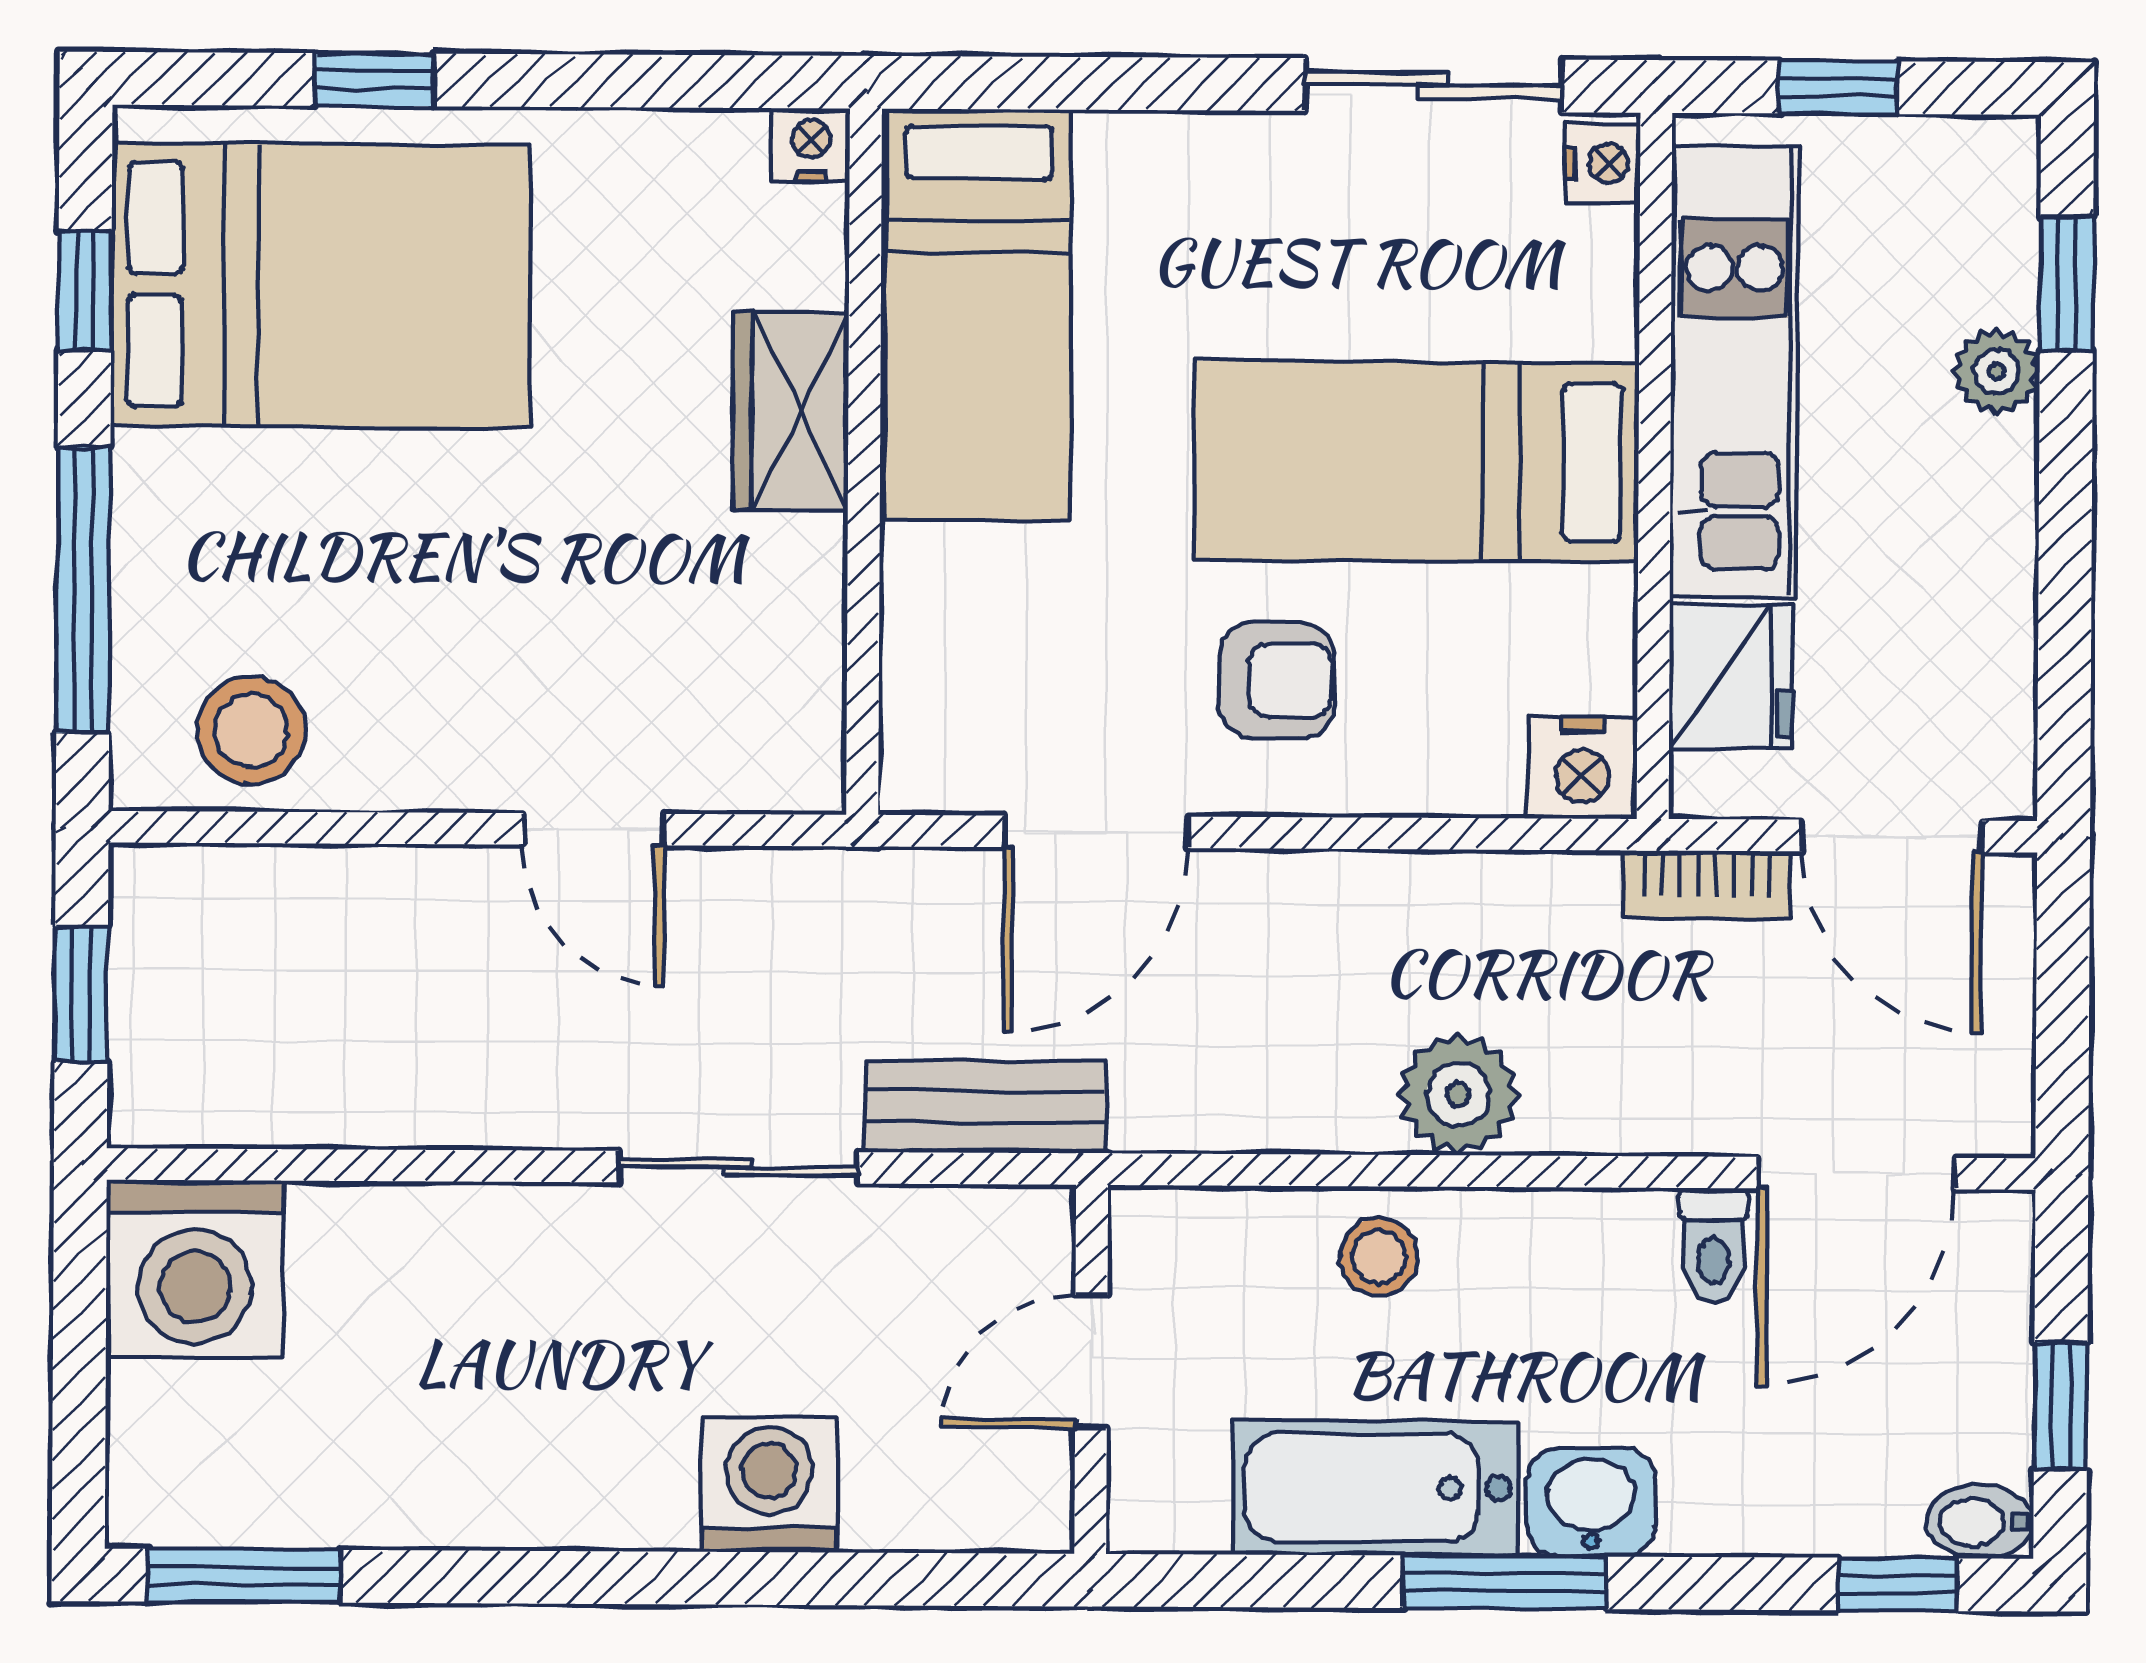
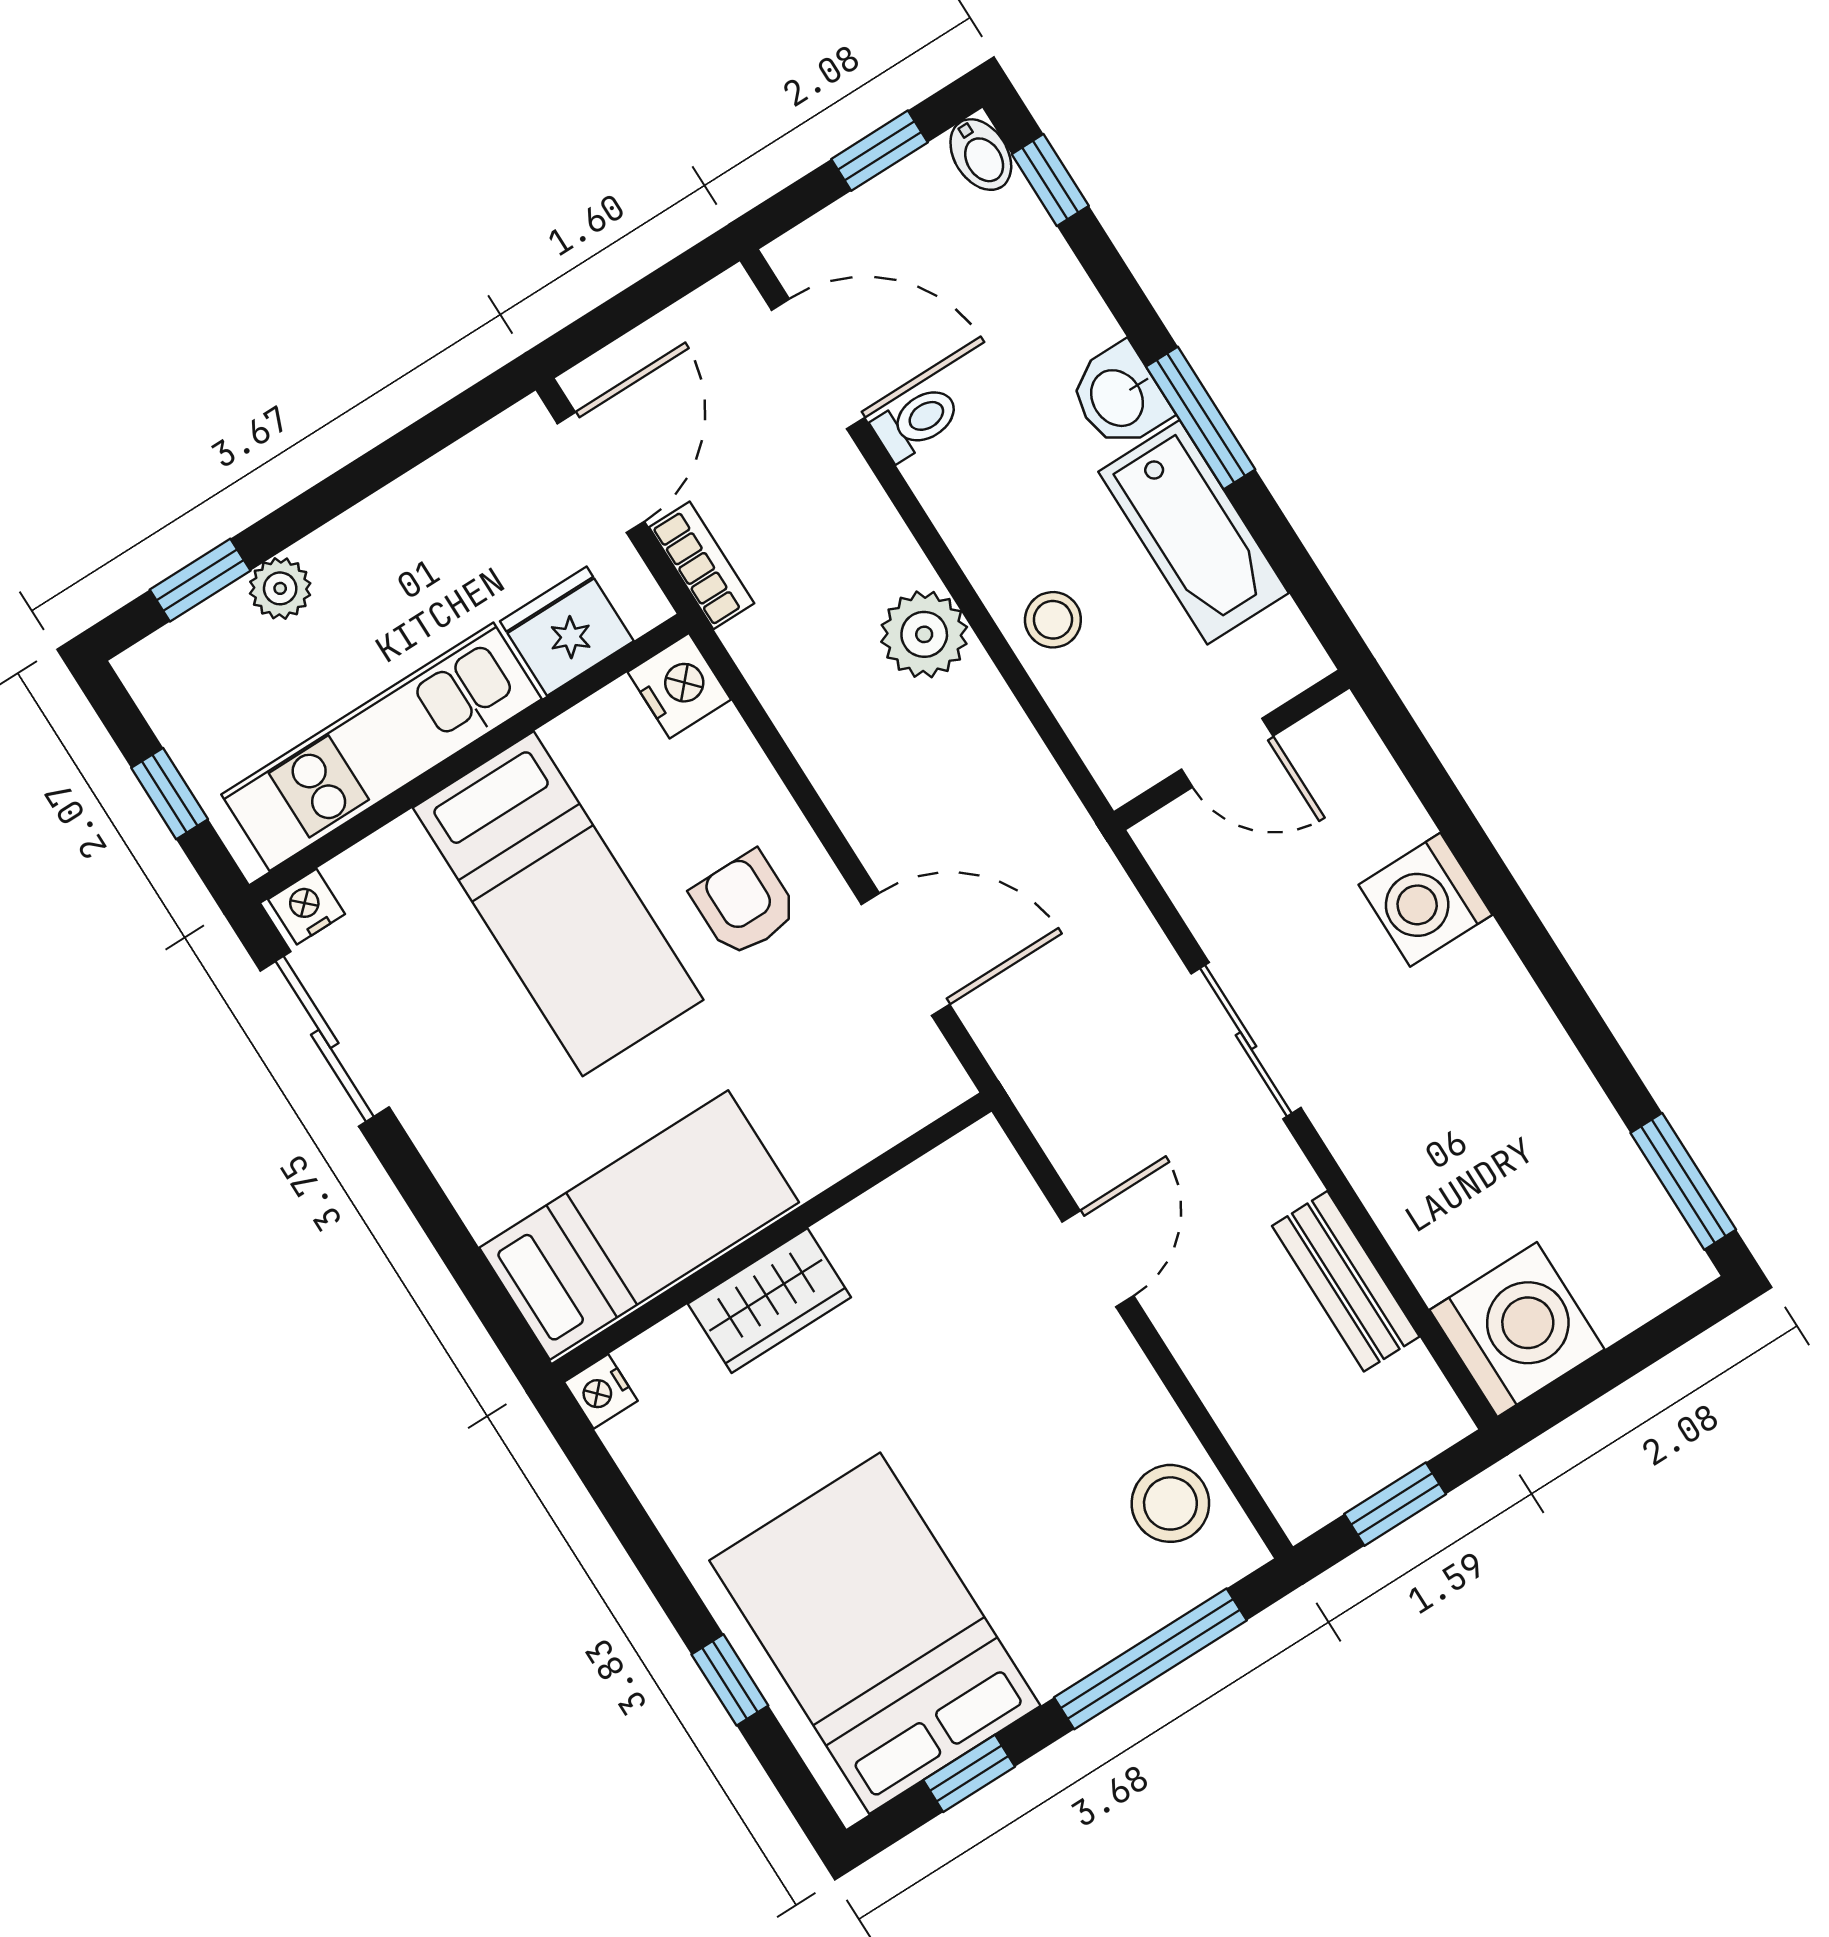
bench: (985, 1107) -> (1346, 1281), moved

